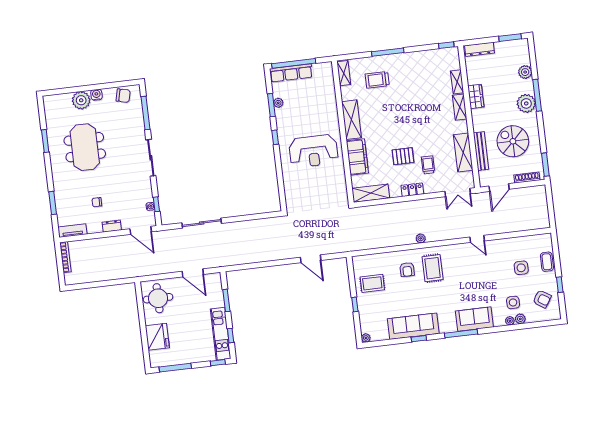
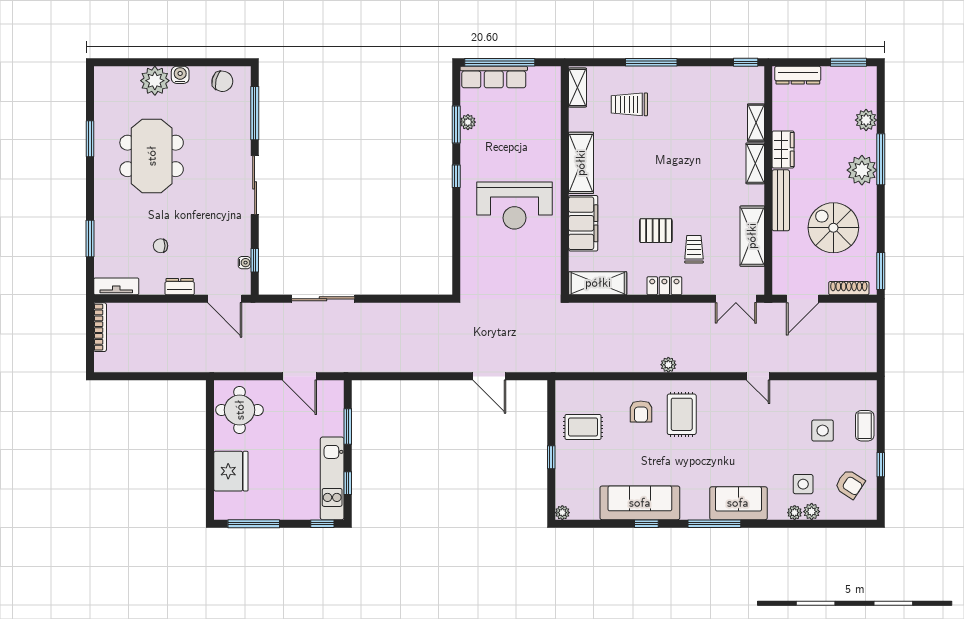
bench: (481, 151) -> (781, 200), moved

